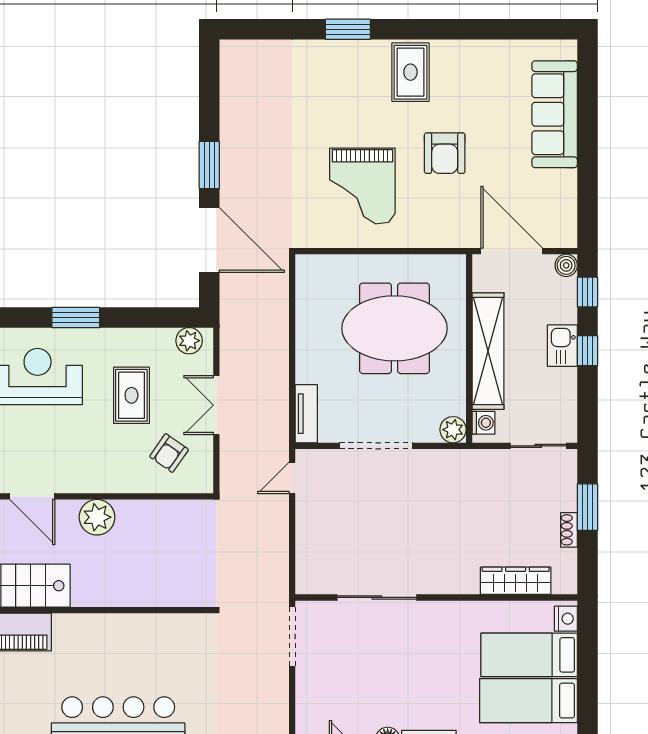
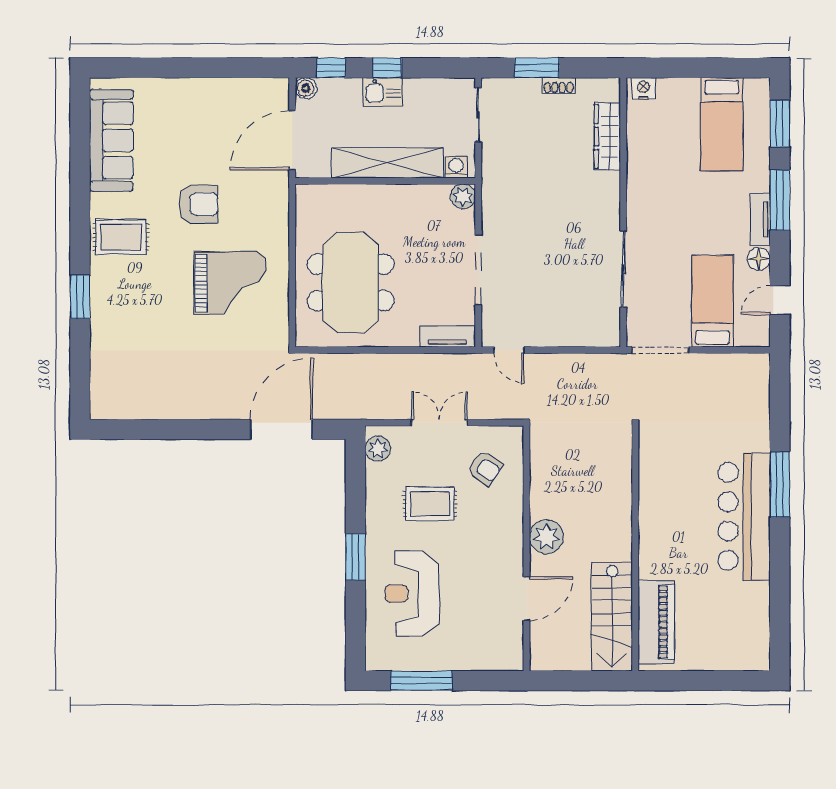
sofa: (555, 114) -> (111, 140), moved, turned -90
window: (209, 165) -> (210, 429), removed
meeting table: (394, 328) -> (351, 282), moved
double door: (216, 405) -> (439, 423), swing flipped
bed: (529, 655) -> (713, 301), moved, turned 180

